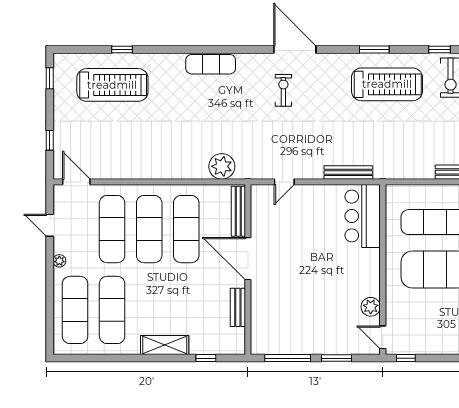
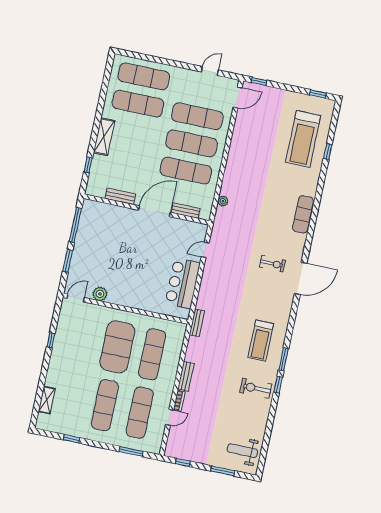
window: (374, 49) -> (283, 359), moved
treadmill: (387, 84) -> (261, 341), width x0.73, depth x0.73
window: (50, 140) -> (259, 81), moved
plant: (222, 166) -> (223, 201), width x0.53, depth x0.53
bench: (348, 172) -> (197, 323), moved, width x0.73
door: (284, 182) -> (205, 250), hinge flipped
bench: (238, 211) -> (186, 211), width x0.73
bar counter: (363, 216) -> (183, 283), moved, turned -90
plant: (59, 261) -> (182, 73), removed
window: (406, 358) -> (51, 340), moved

